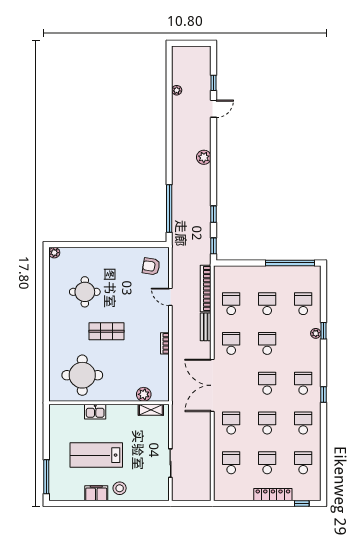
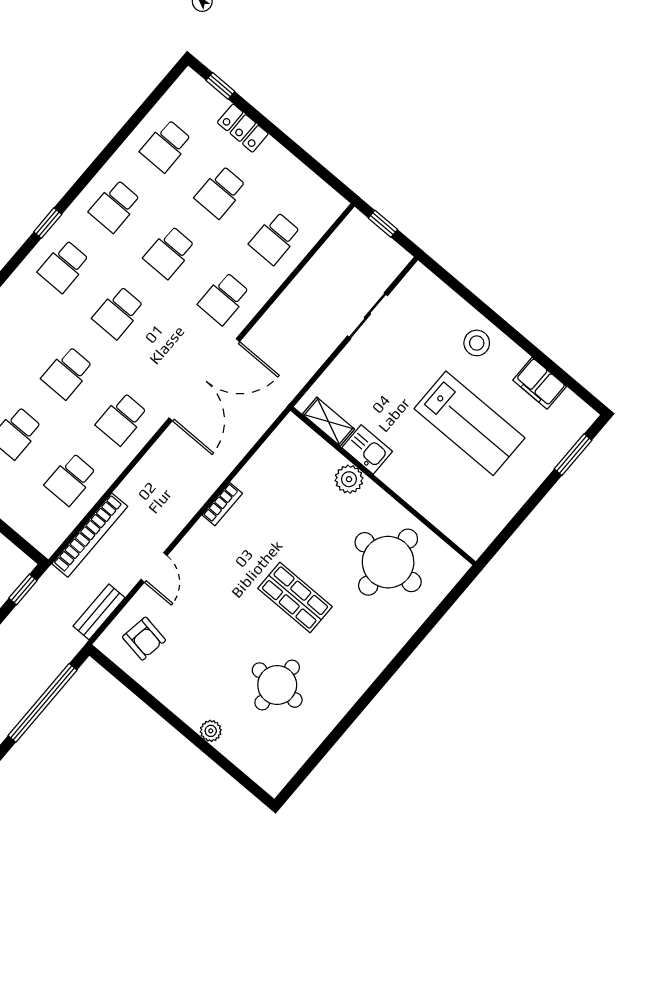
plant: (54, 253) -> (211, 731), moved
bench: (206, 327) -> (99, 612), moved
plant: (144, 394) -> (349, 479), moved
kitchen sink: (95, 412) -> (367, 449), moved
window: (46, 477) -> (573, 455), width x0.69
filing cabinet: (96, 493) -> (540, 383), moved
locker: (273, 495) -> (243, 128), width x0.66
window: (194, 503) -> (383, 224), added

